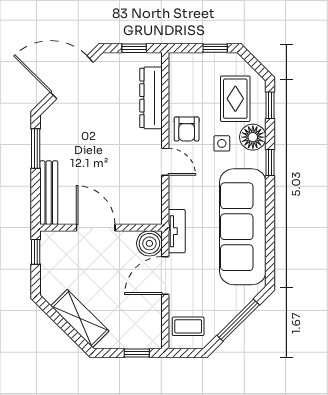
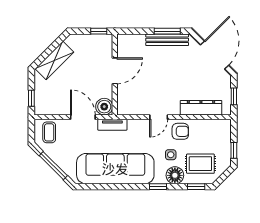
armchair: (187, 129) -> (180, 131), turned 180
bench: (49, 193) -> (167, 40), moved

